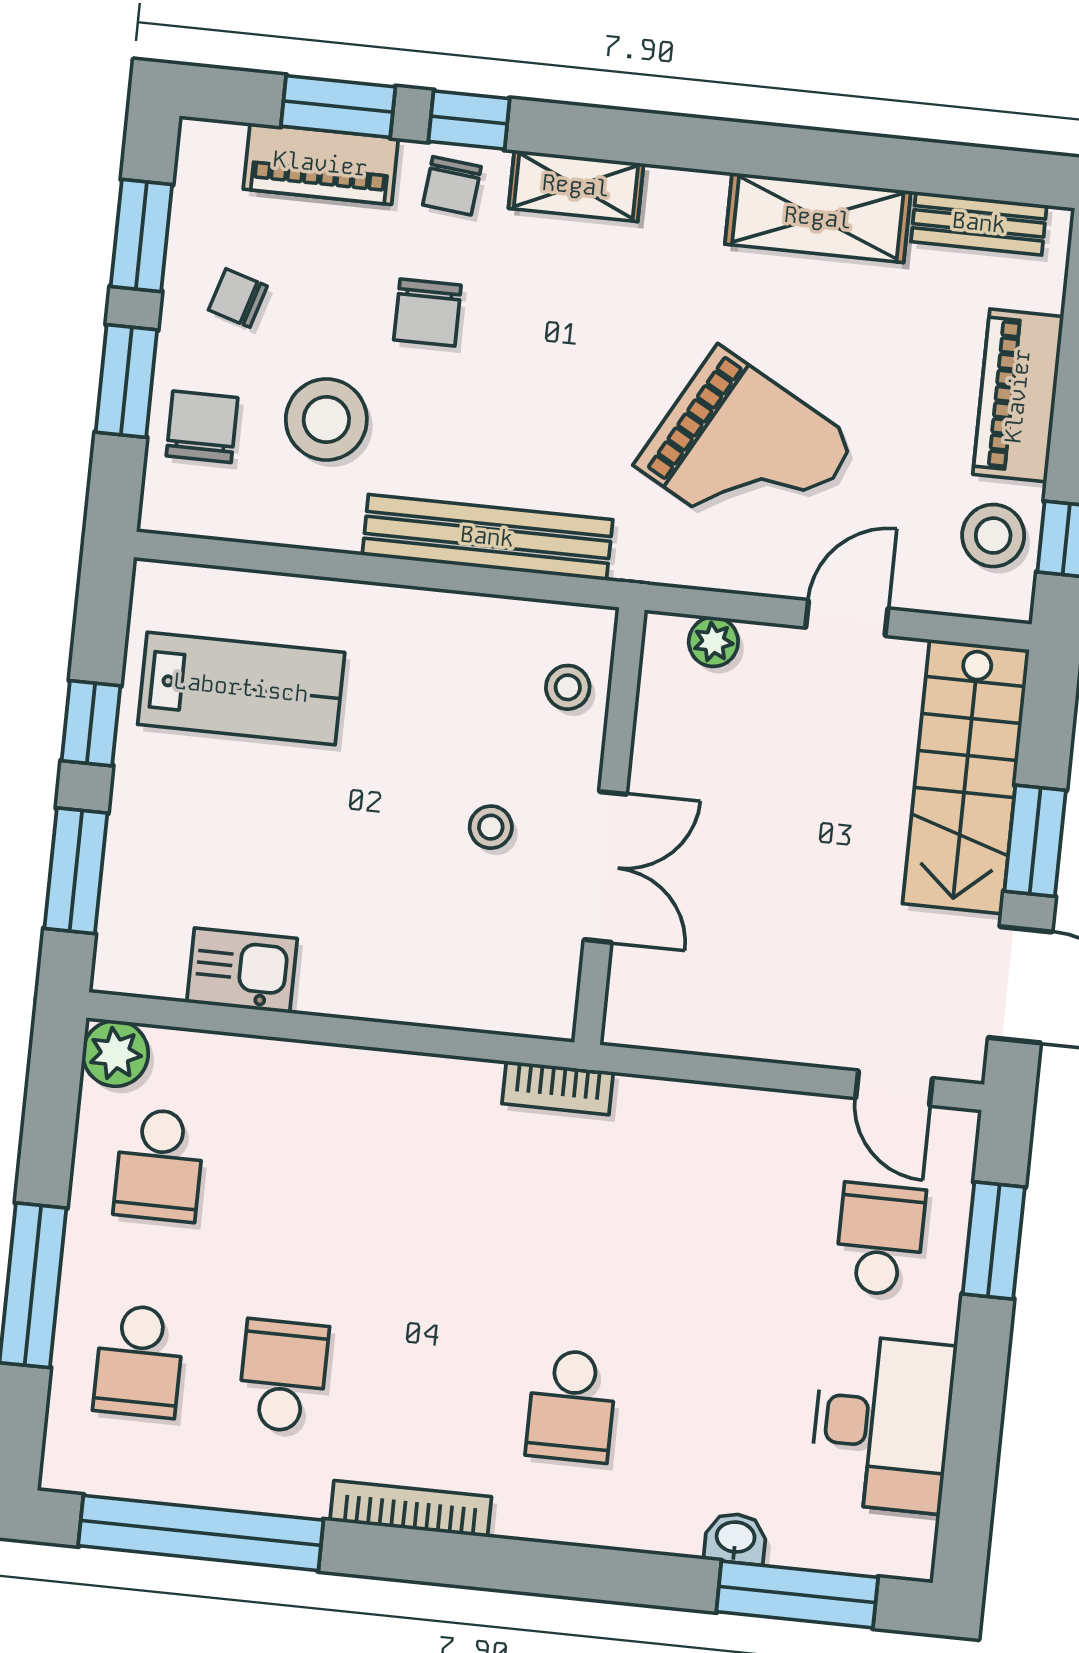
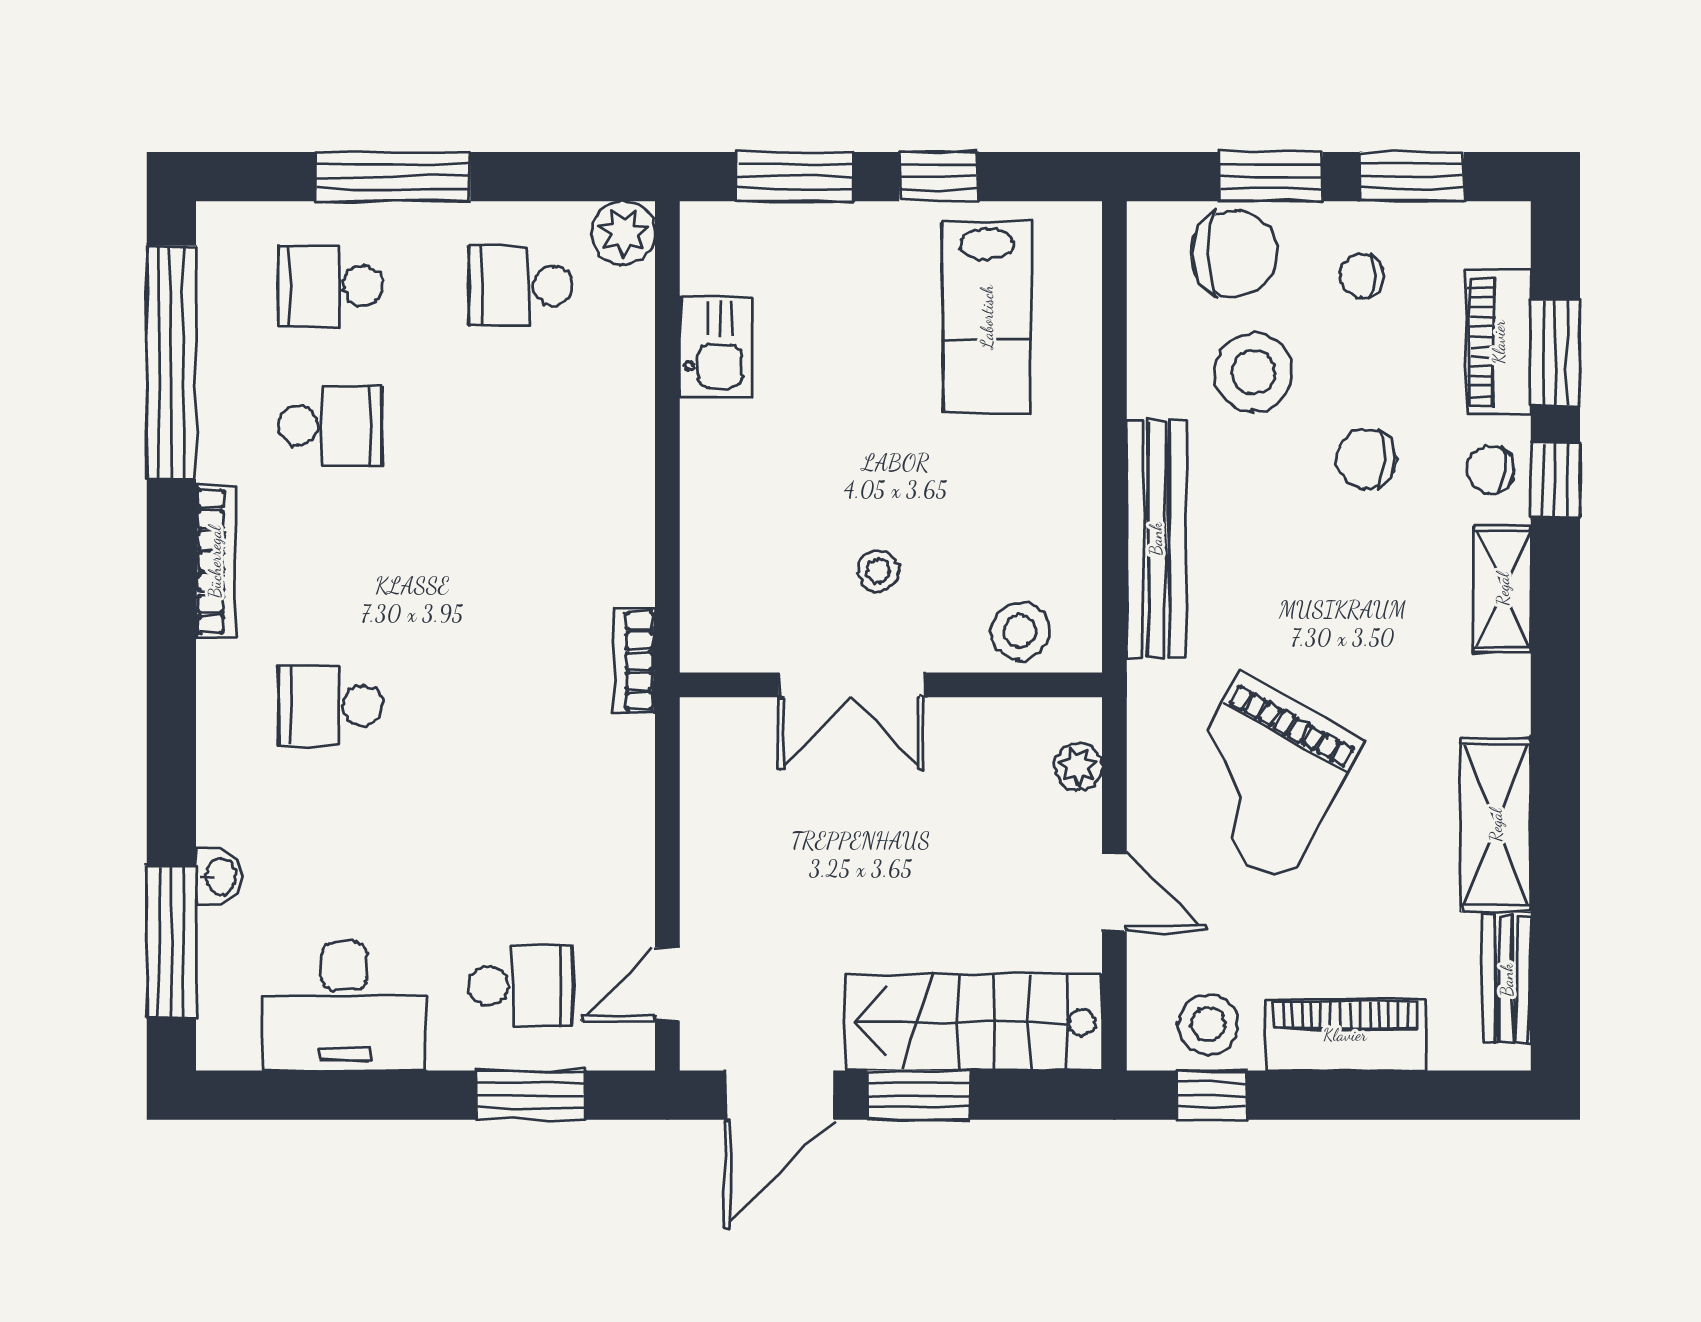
chair: (238, 298) -> (1361, 275), turned -107
chair: (202, 427) -> (1234, 254), width x1.37, depth x1.37
stool: (568, 687) -> (1020, 631), width x1.37, depth x1.37

